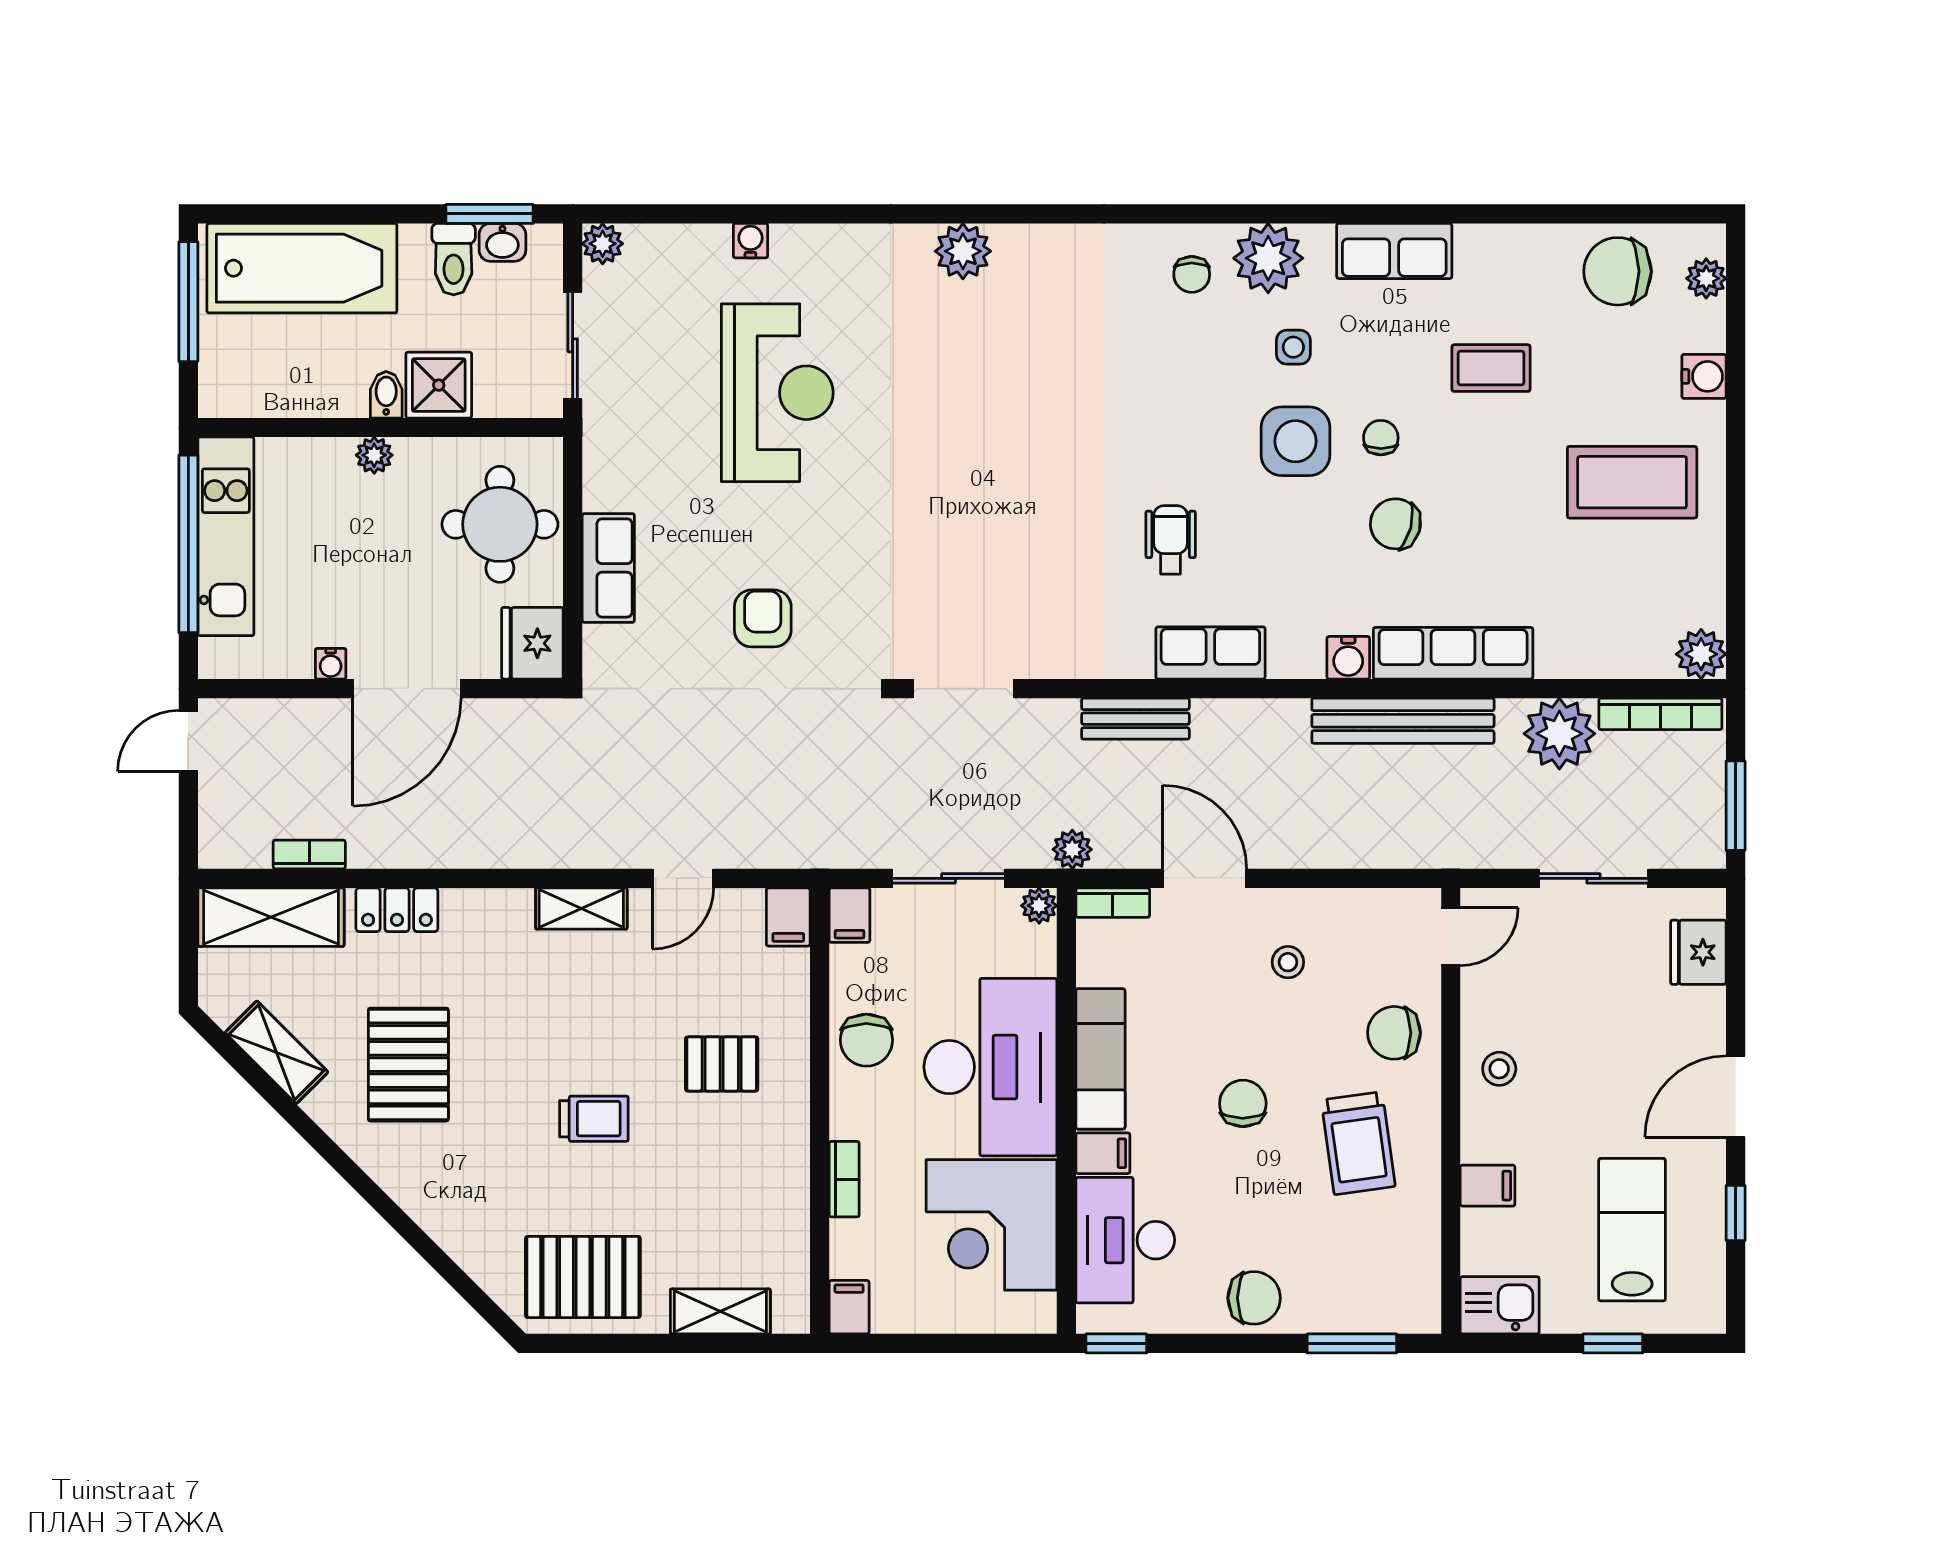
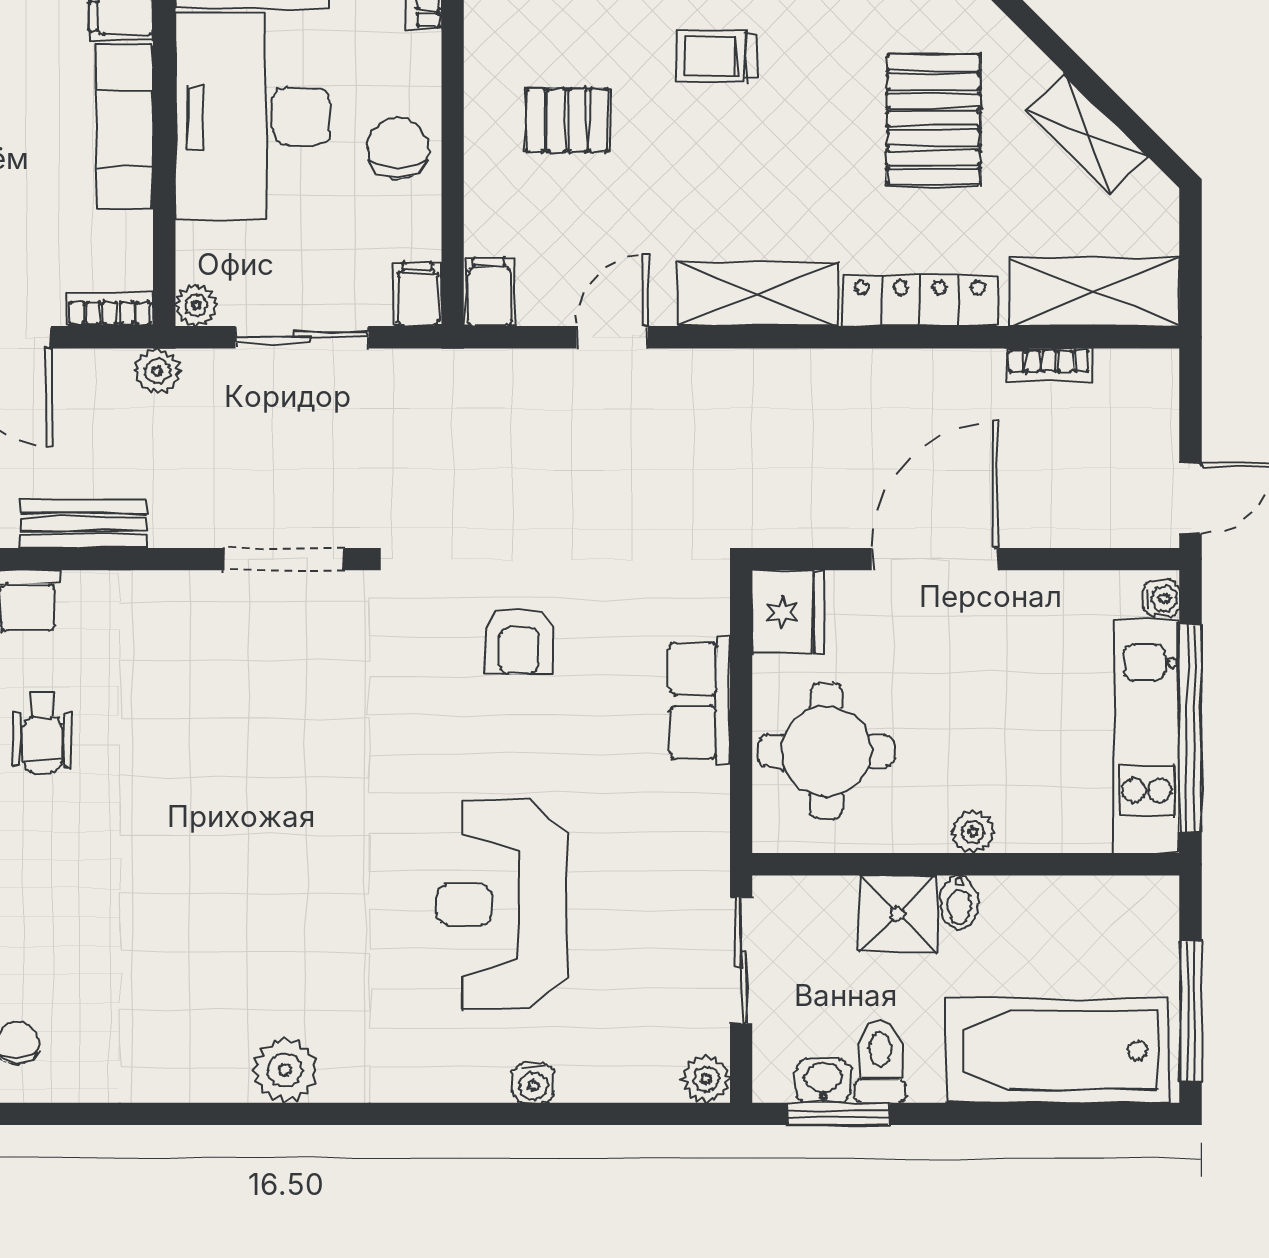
water cooler: (331, 664) -> (1161, 598), moved, turned 90
shelving: (581, 908) -> (758, 294), width x1.50, depth x1.33
locker: (397, 910) -> (920, 301), width x1.53

